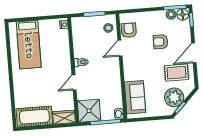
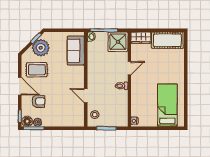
armchair: (129, 30) -> (77, 111), removed
armchair: (161, 42) -> (38, 101), moved
door: (120, 48) -> (86, 96), swing flipped
door: (194, 53) -> (20, 86), hinge flipped

